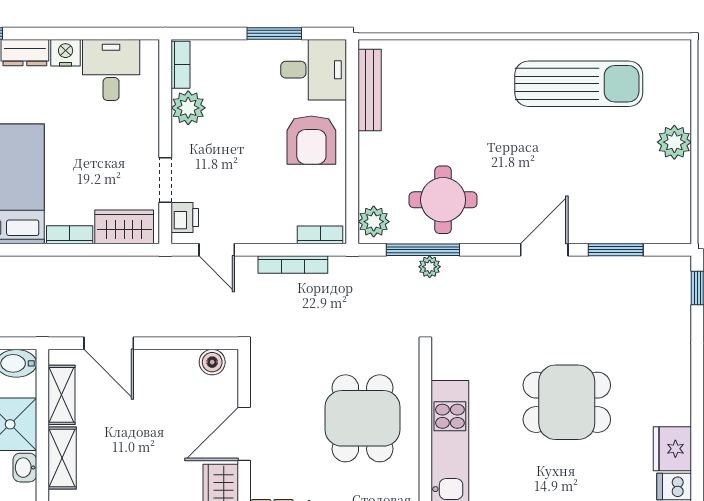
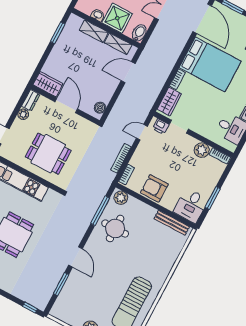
armchair: (311, 140) -> (154, 188), moved
plant: (430, 267) -> (92, 210), removed

